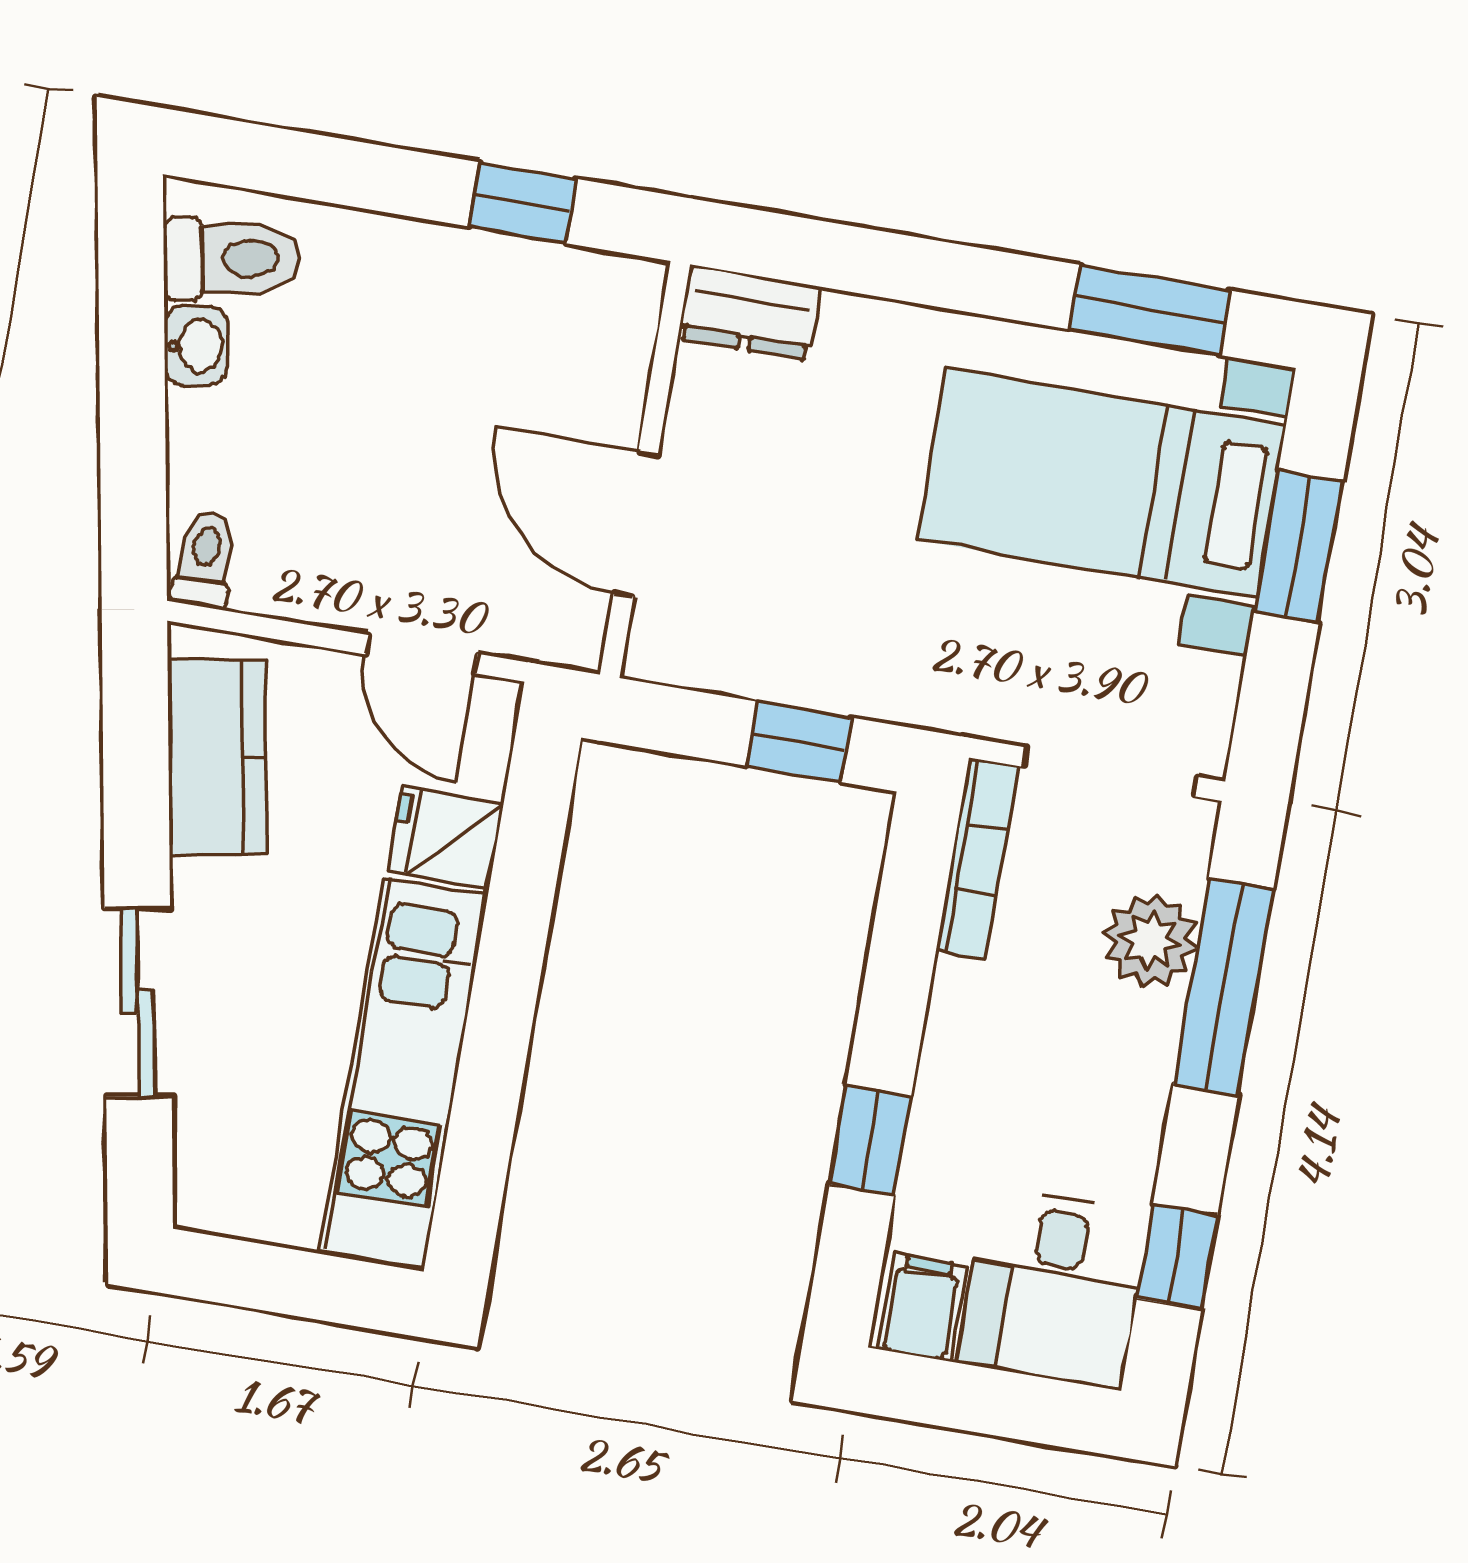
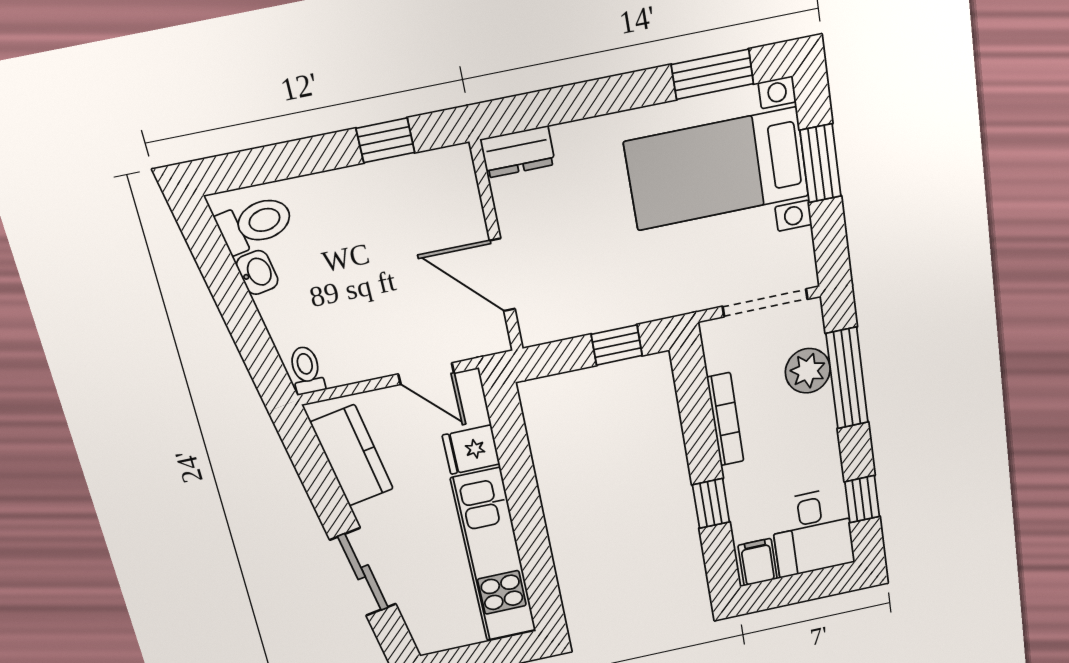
bookcase: (977, 859) -> (725, 419), moved

